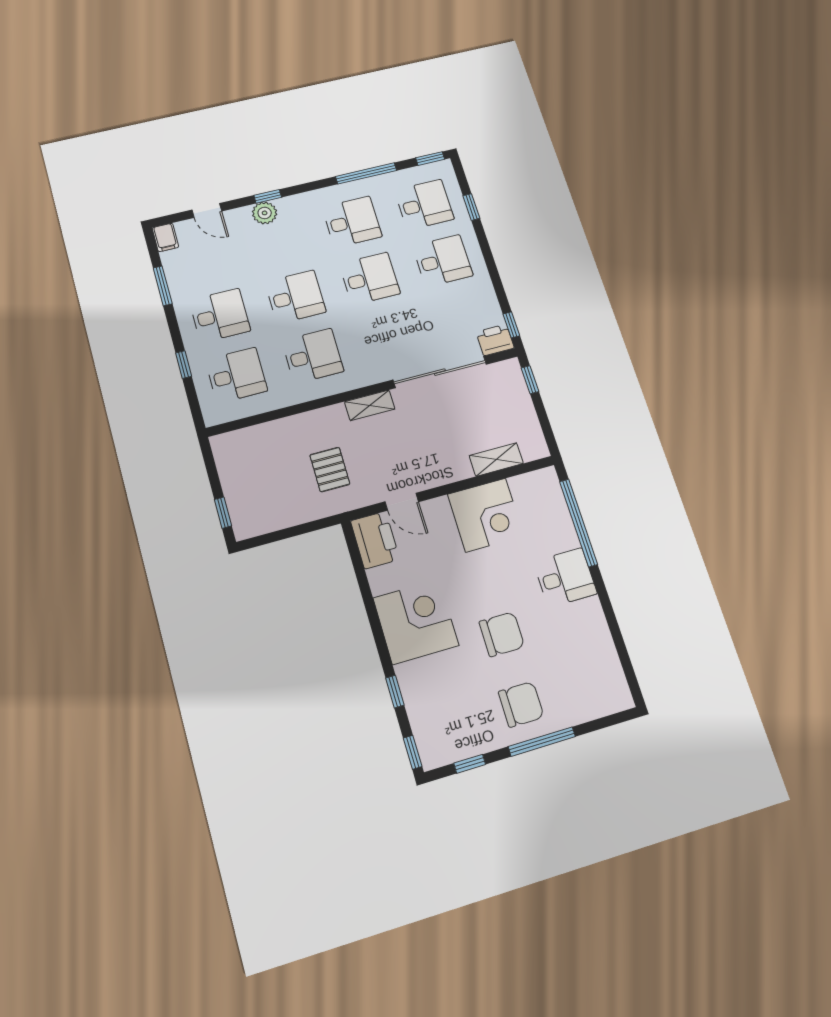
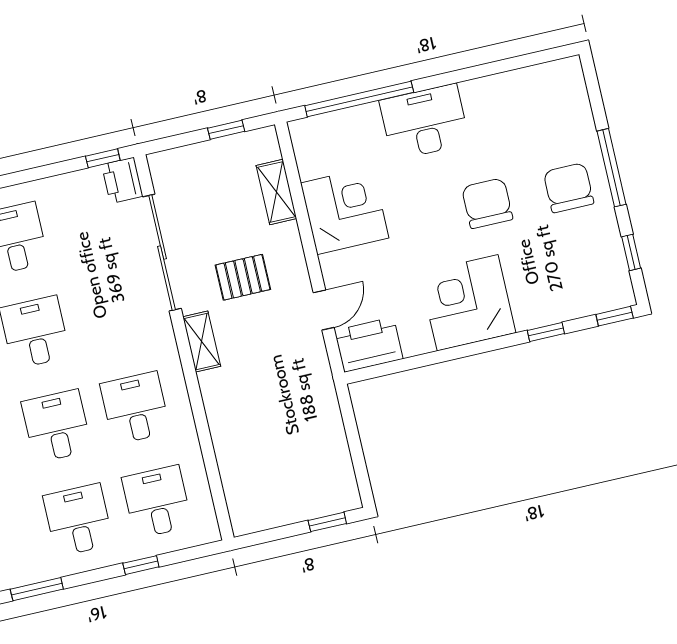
window: (530, 380) -> (226, 130), moved
pallet: (330, 469) -> (243, 277), moved
desk: (565, 578) -> (425, 122), width x1.37

